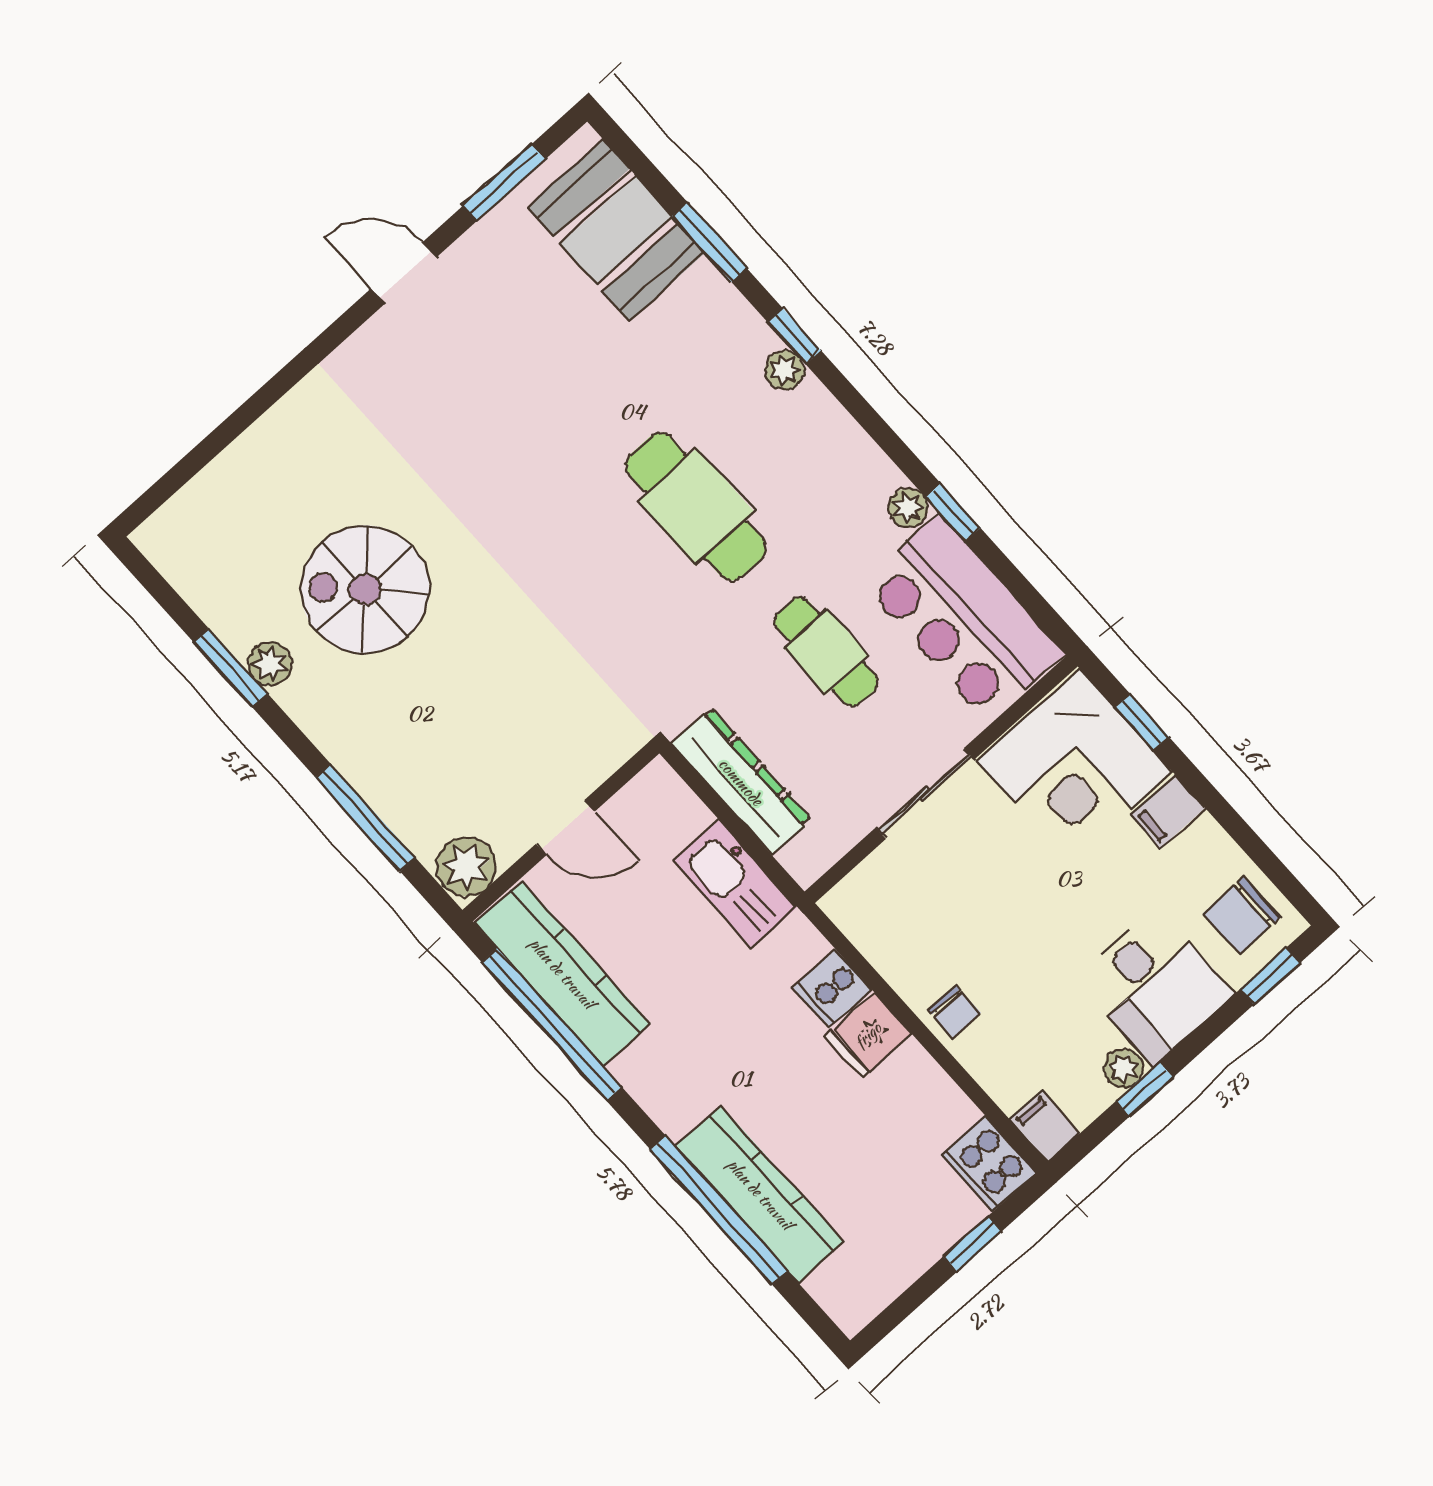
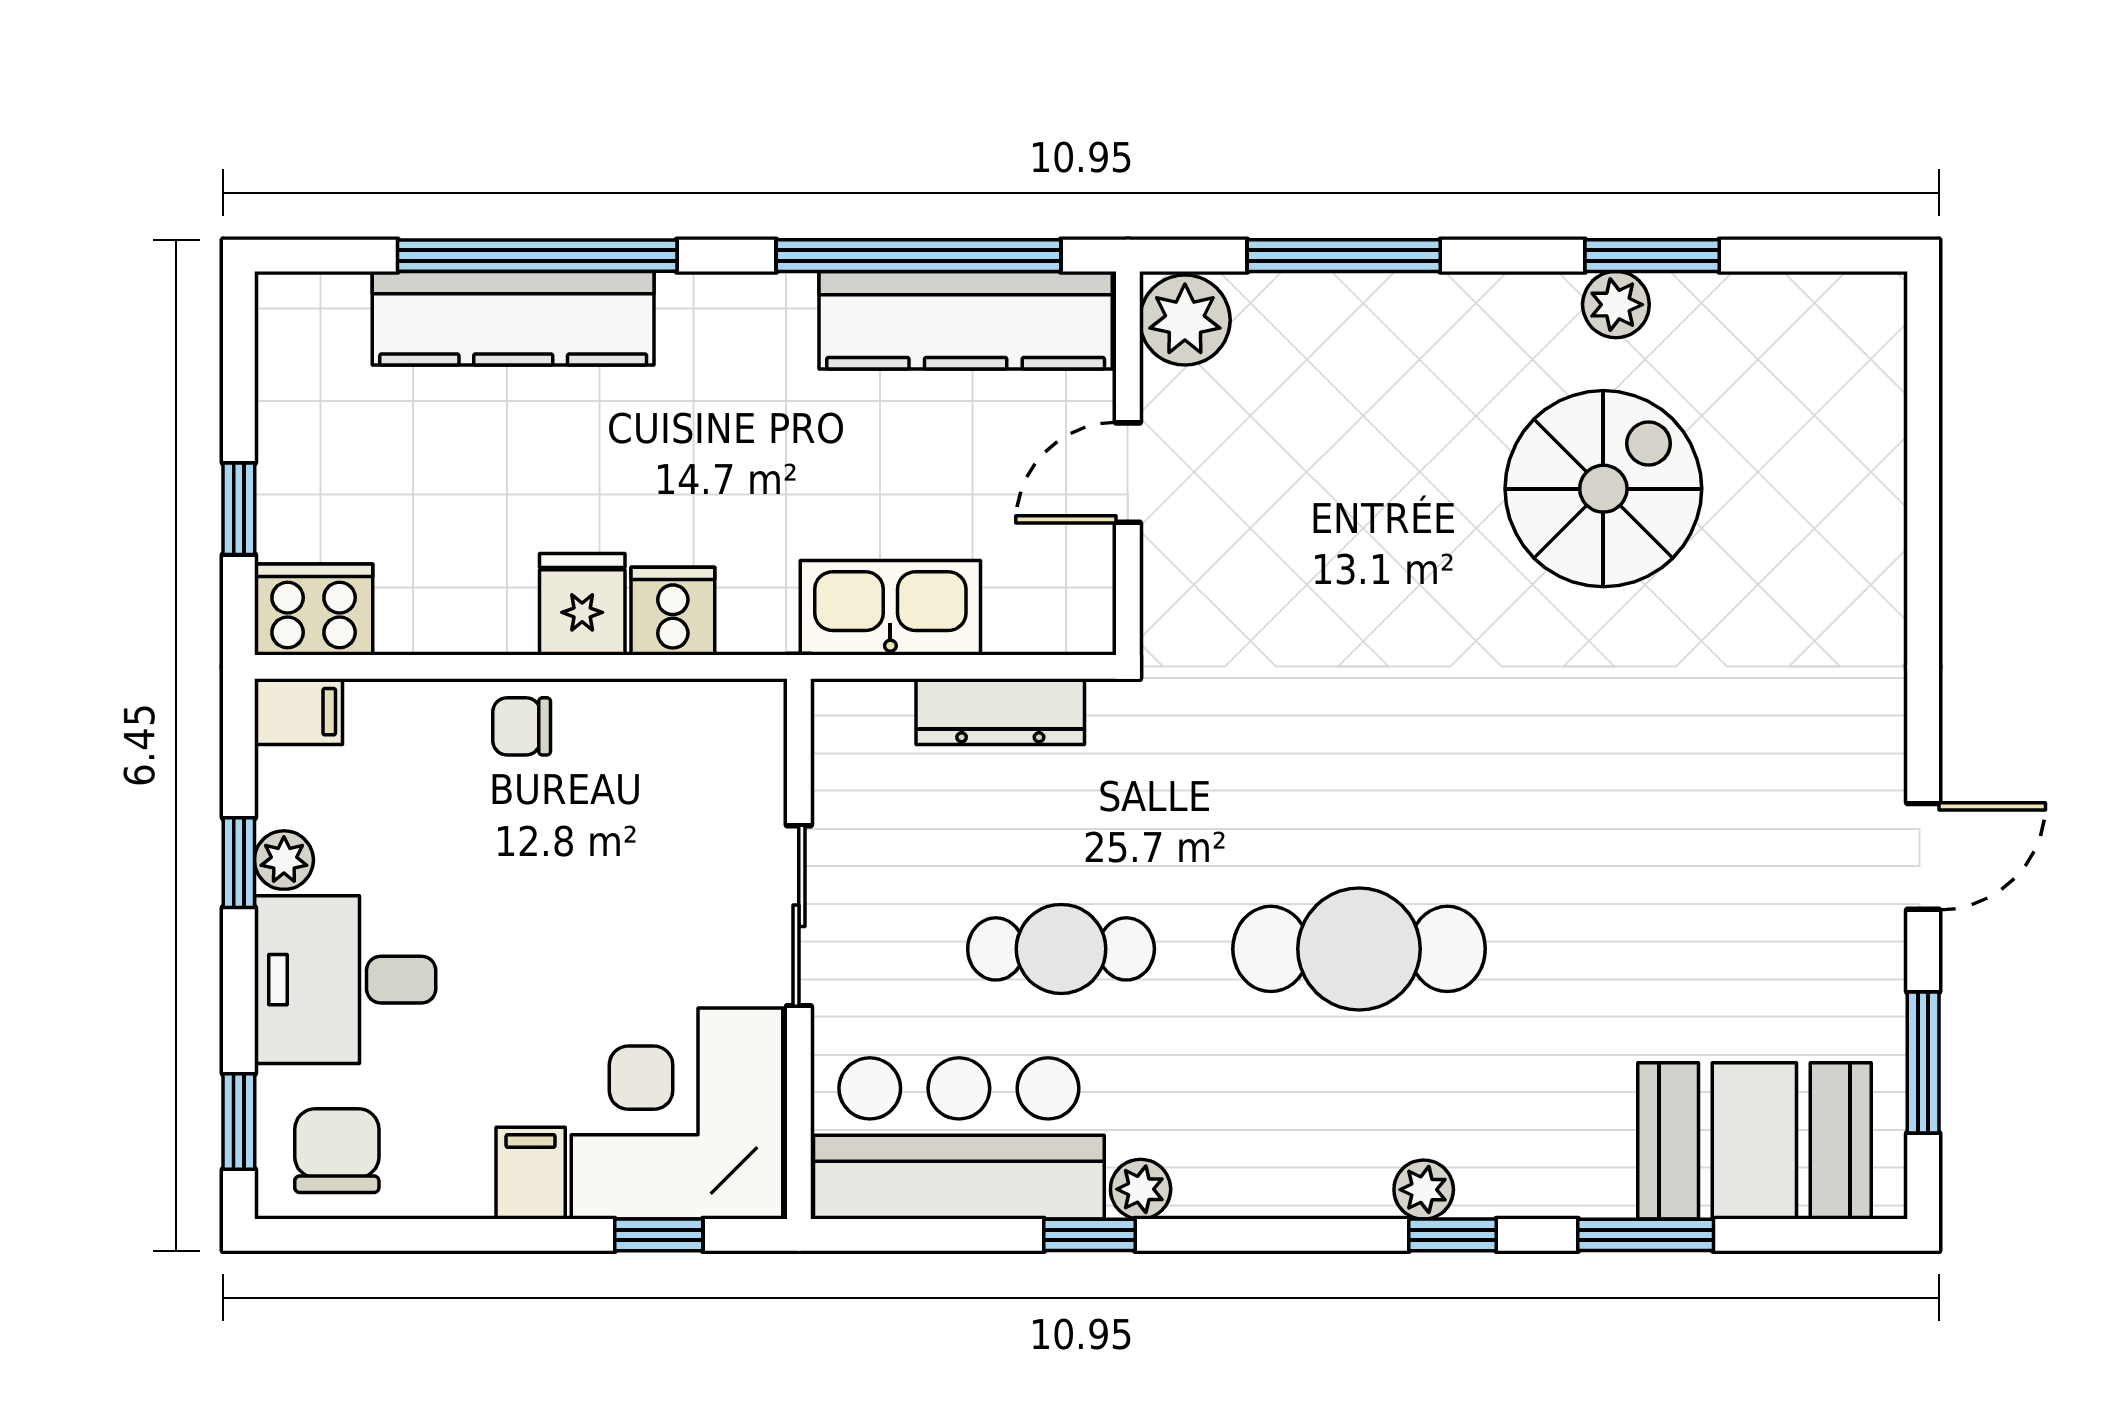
dresser: (741, 782) -> (1000, 712), width x0.73, depth x0.80

